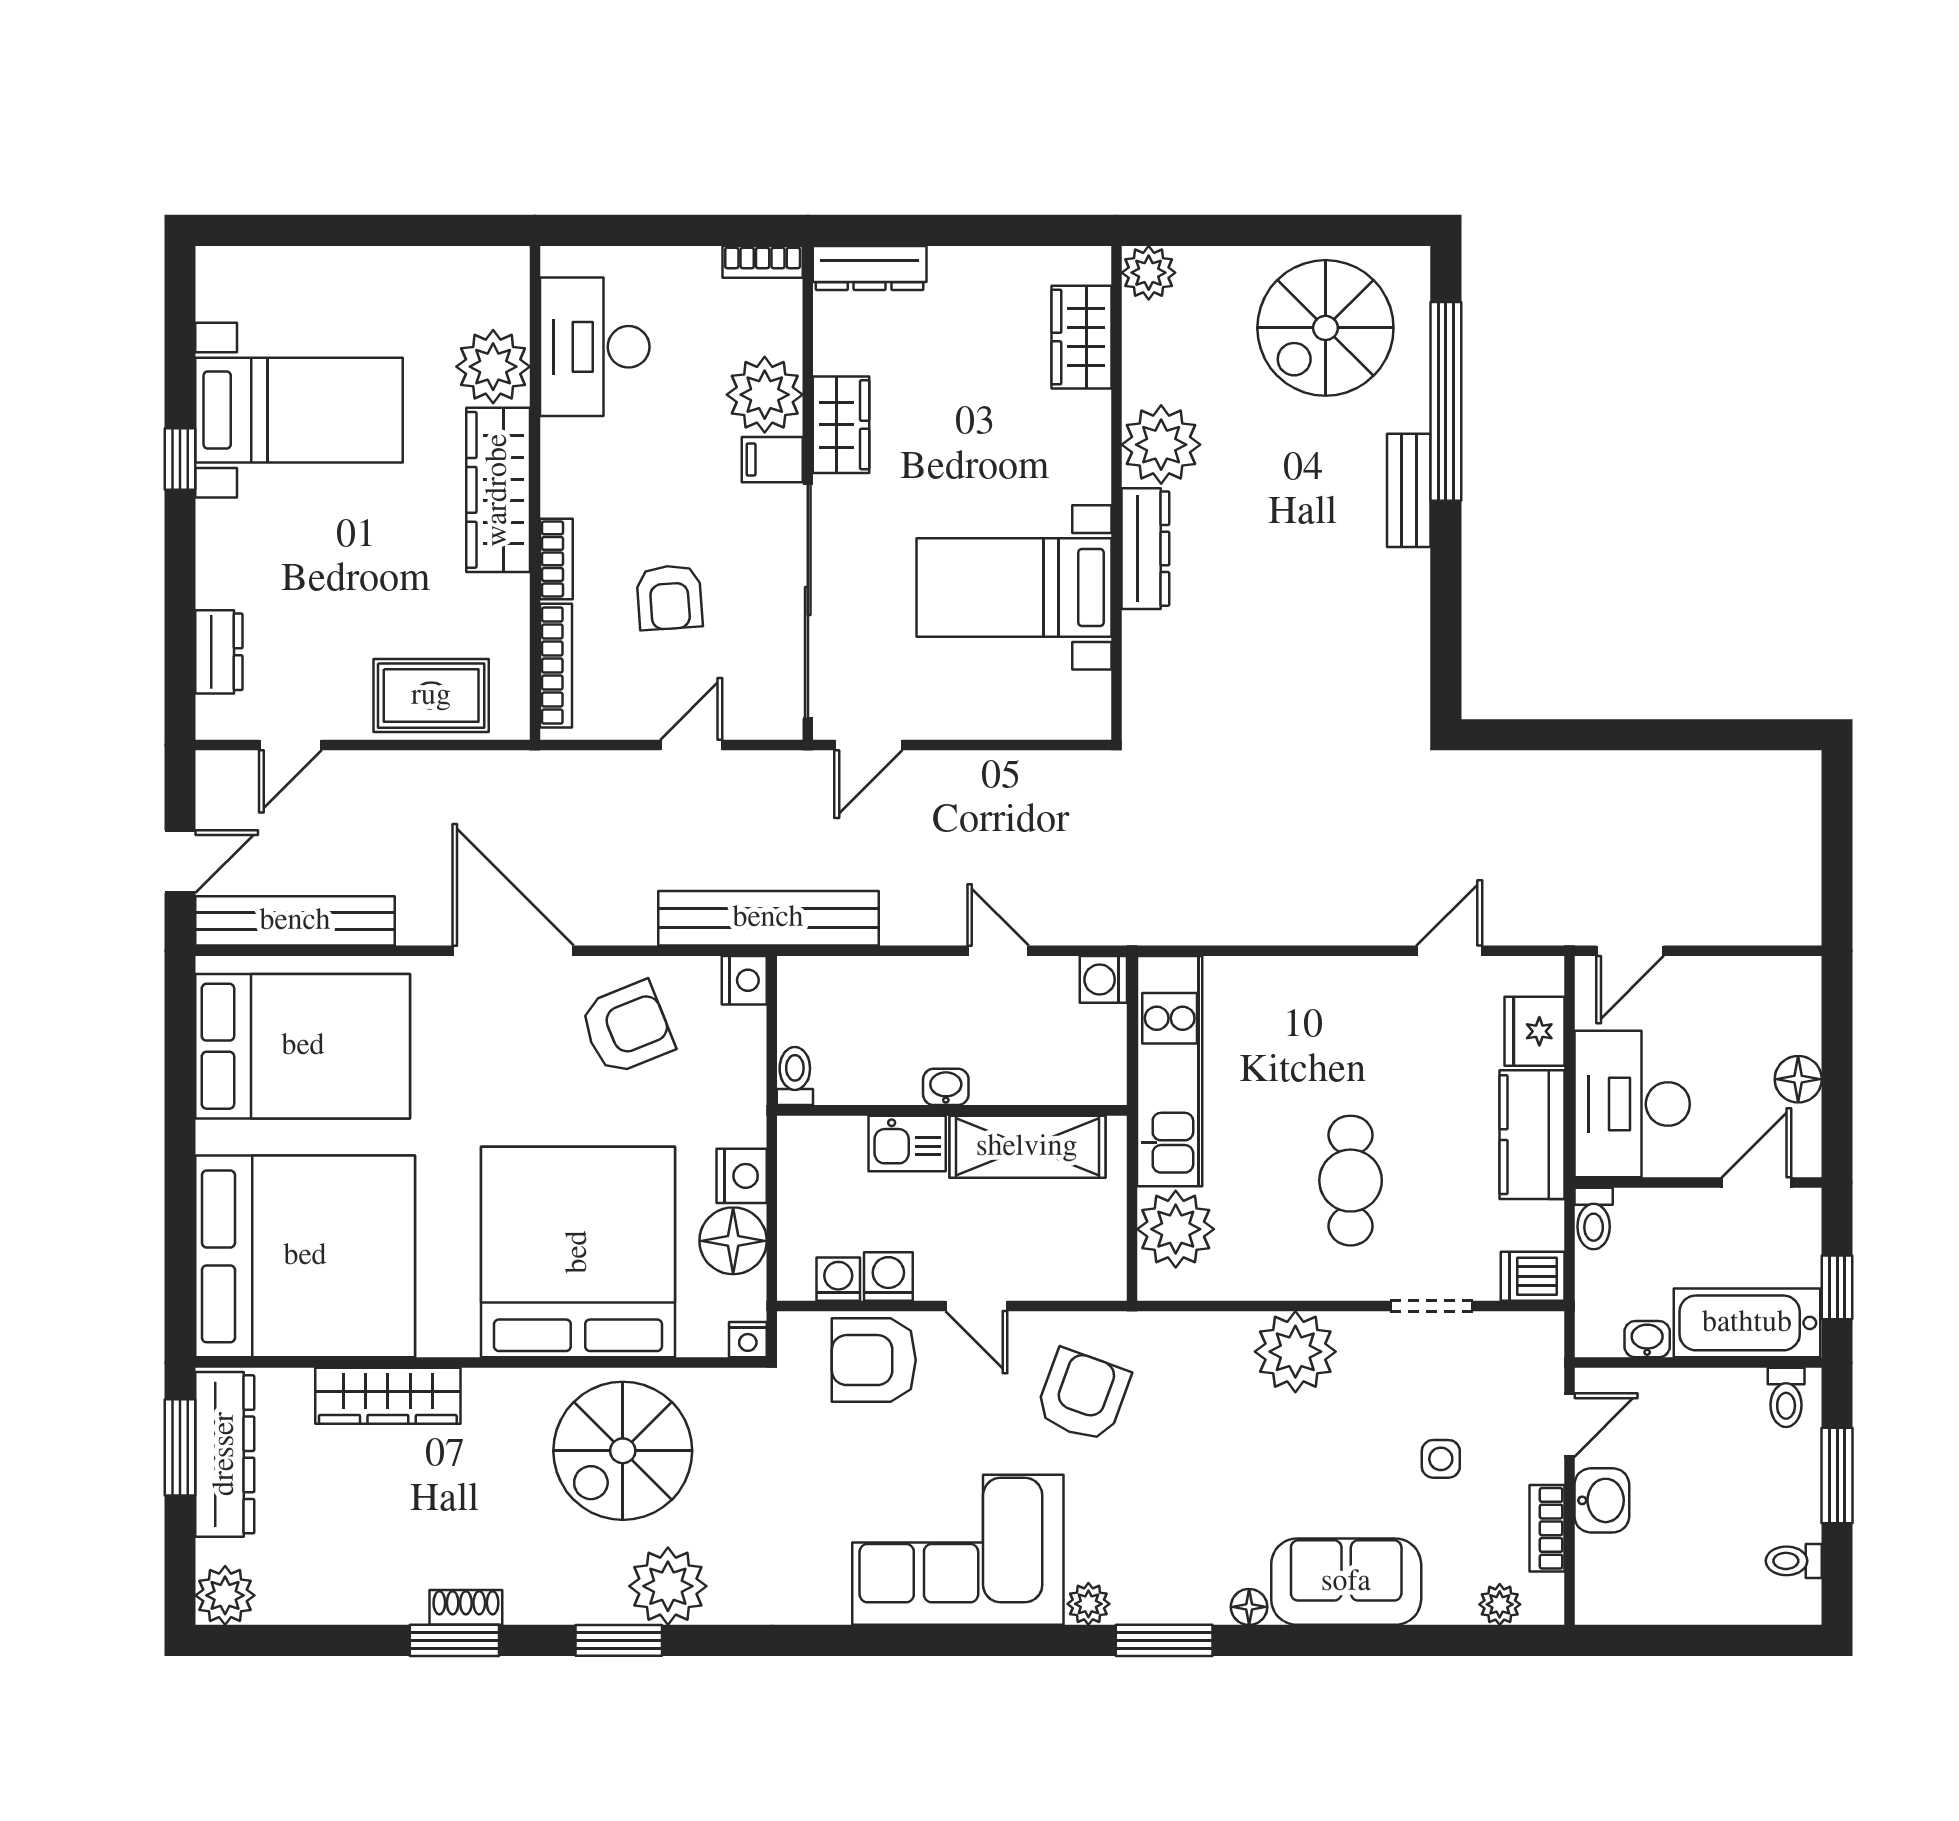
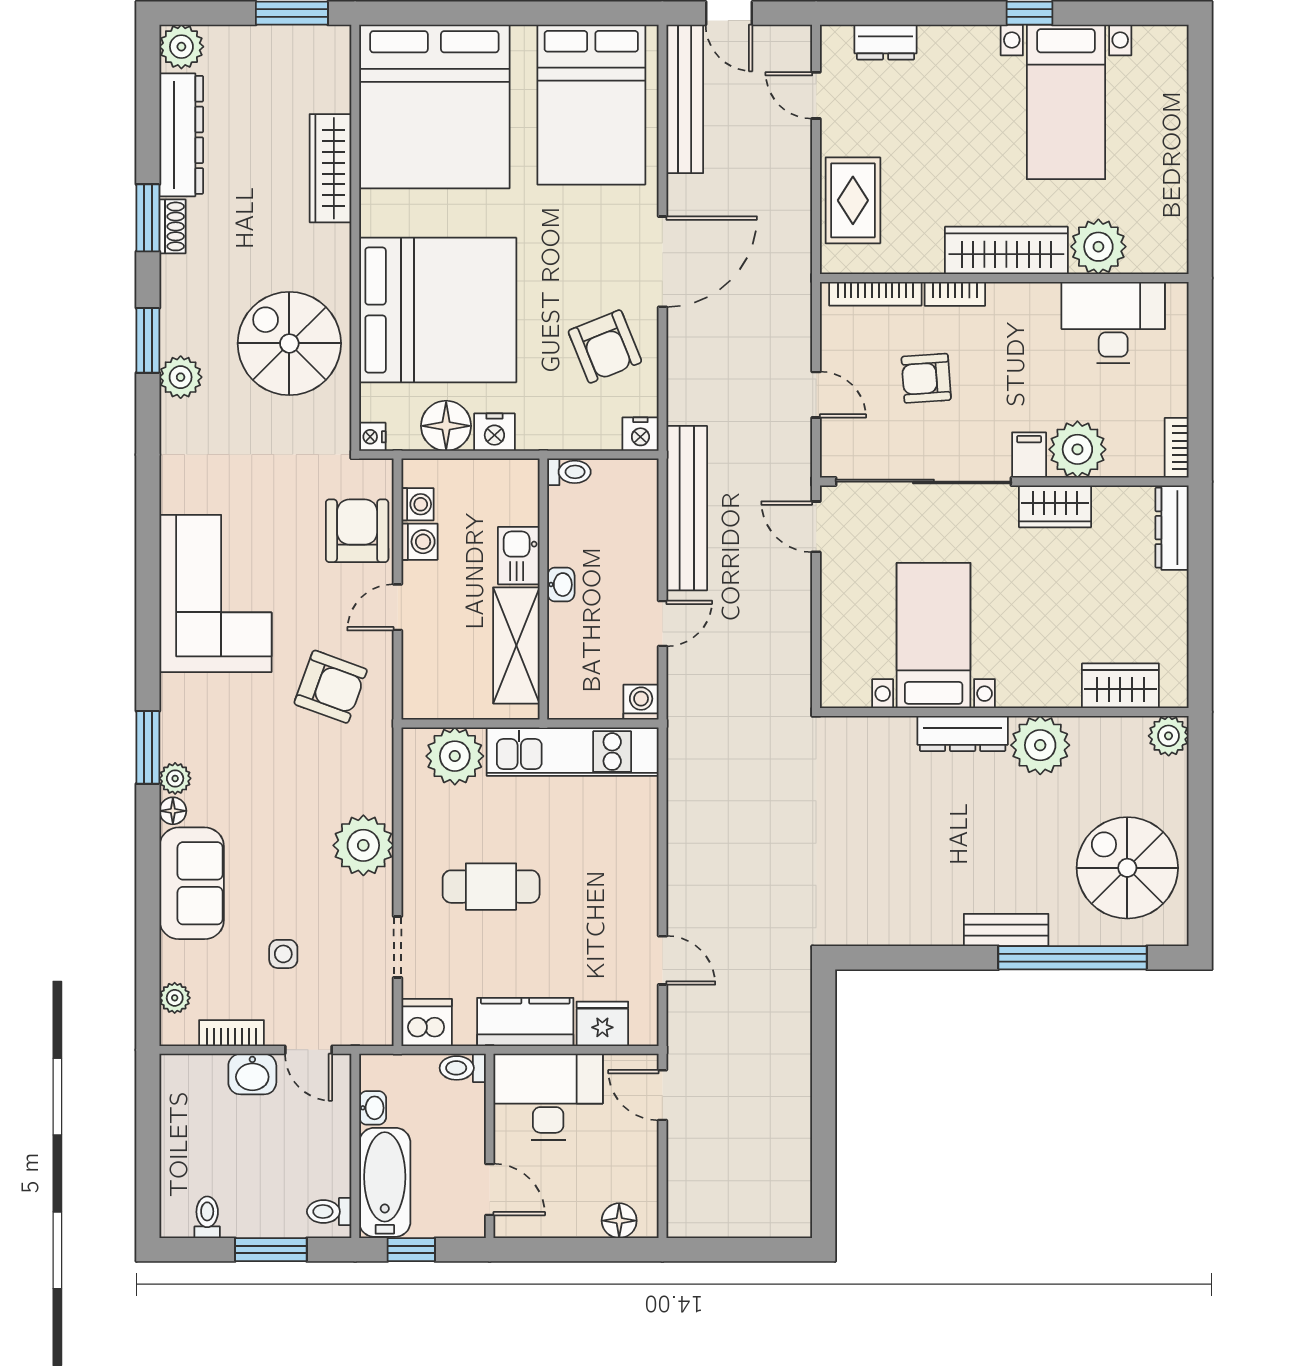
bench: (768, 918) -> (687, 508), moved
floor lamp: (1798, 1079) -> (619, 1221), moved
dishwasher: (1533, 1276) -> (427, 1022), width x1.38
dresser: (225, 1454) -> (181, 135), moved, turned -90
plant: (668, 1586) -> (181, 377), width x0.73, depth x0.73
plant: (1088, 1604) -> (175, 778), moved

